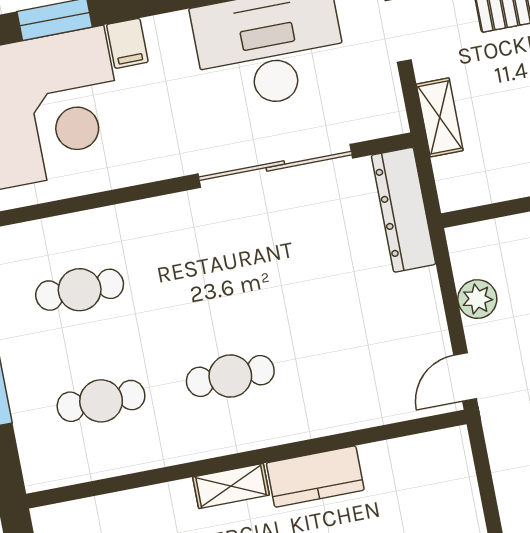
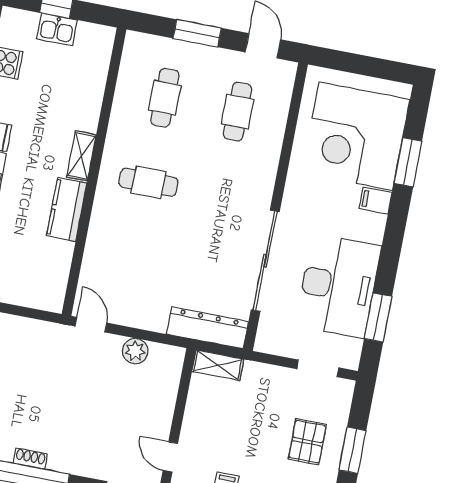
shelving: (440, 117) -> (218, 365), moved
cafe table: (230, 376) -> (148, 182), turned 90

